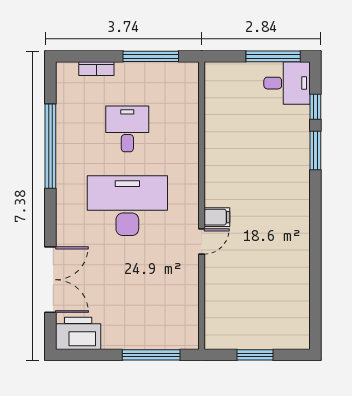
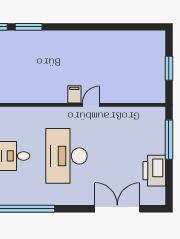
door: (202, 241) -> (91, 105), hinge flipped
printer: (78, 333) -> (154, 171), moved

